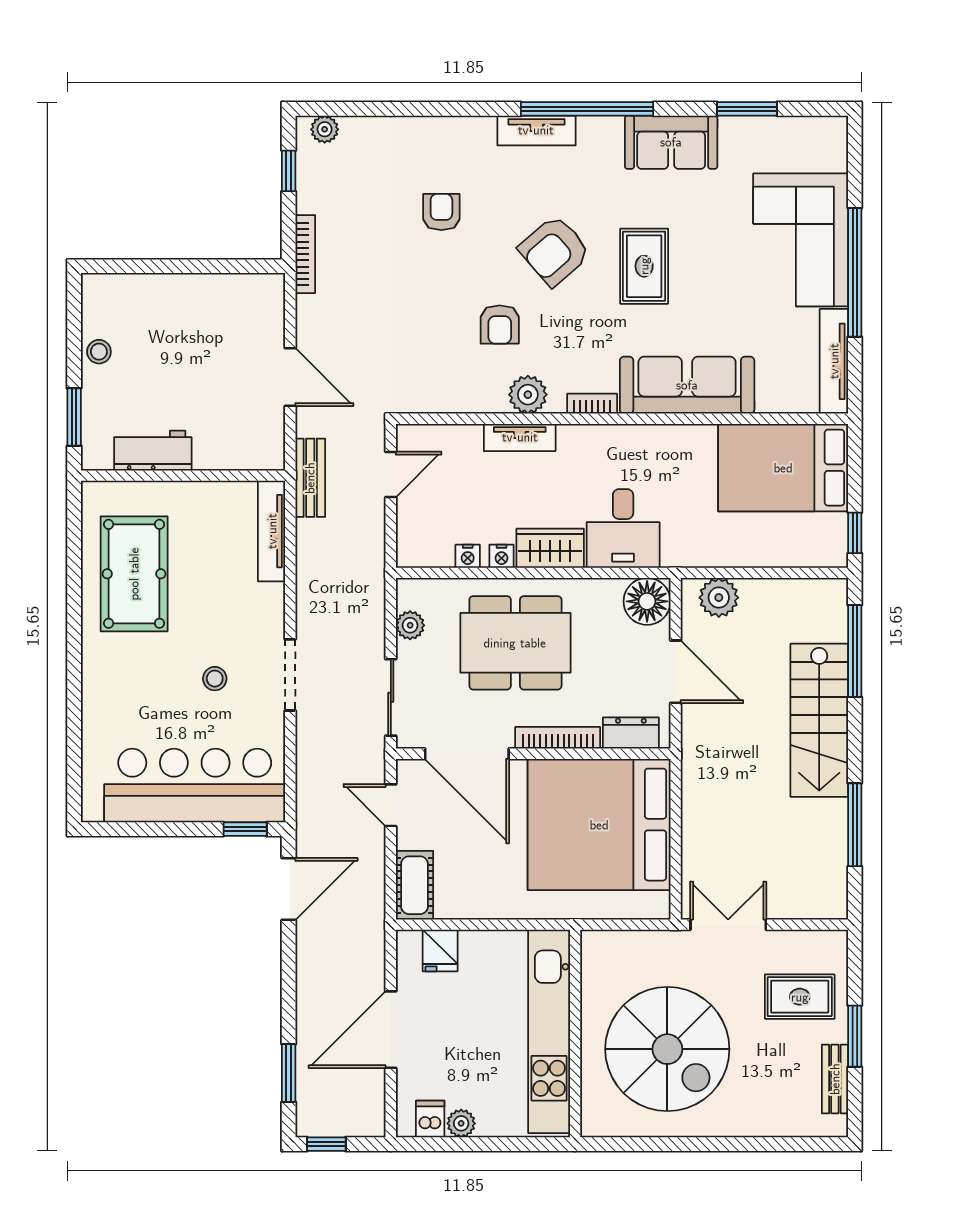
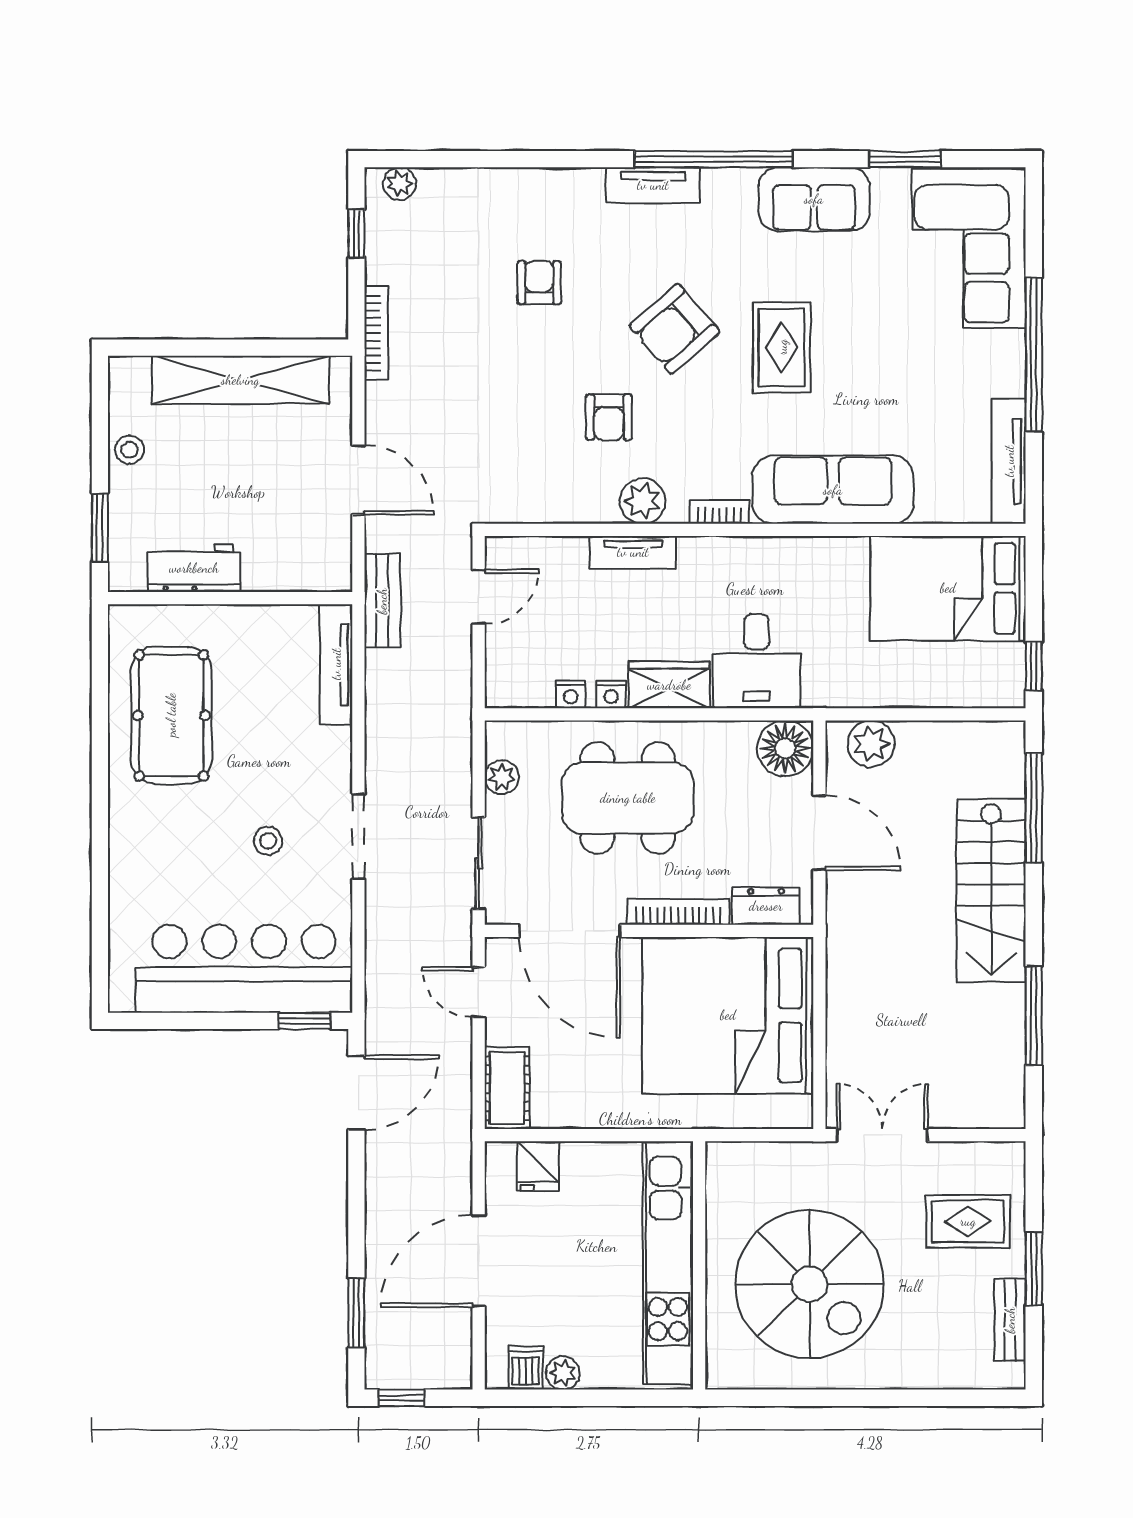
corner sofa: (801, 240) -> (969, 249), moved
shelving: (192, 293) -> (240, 380), added

